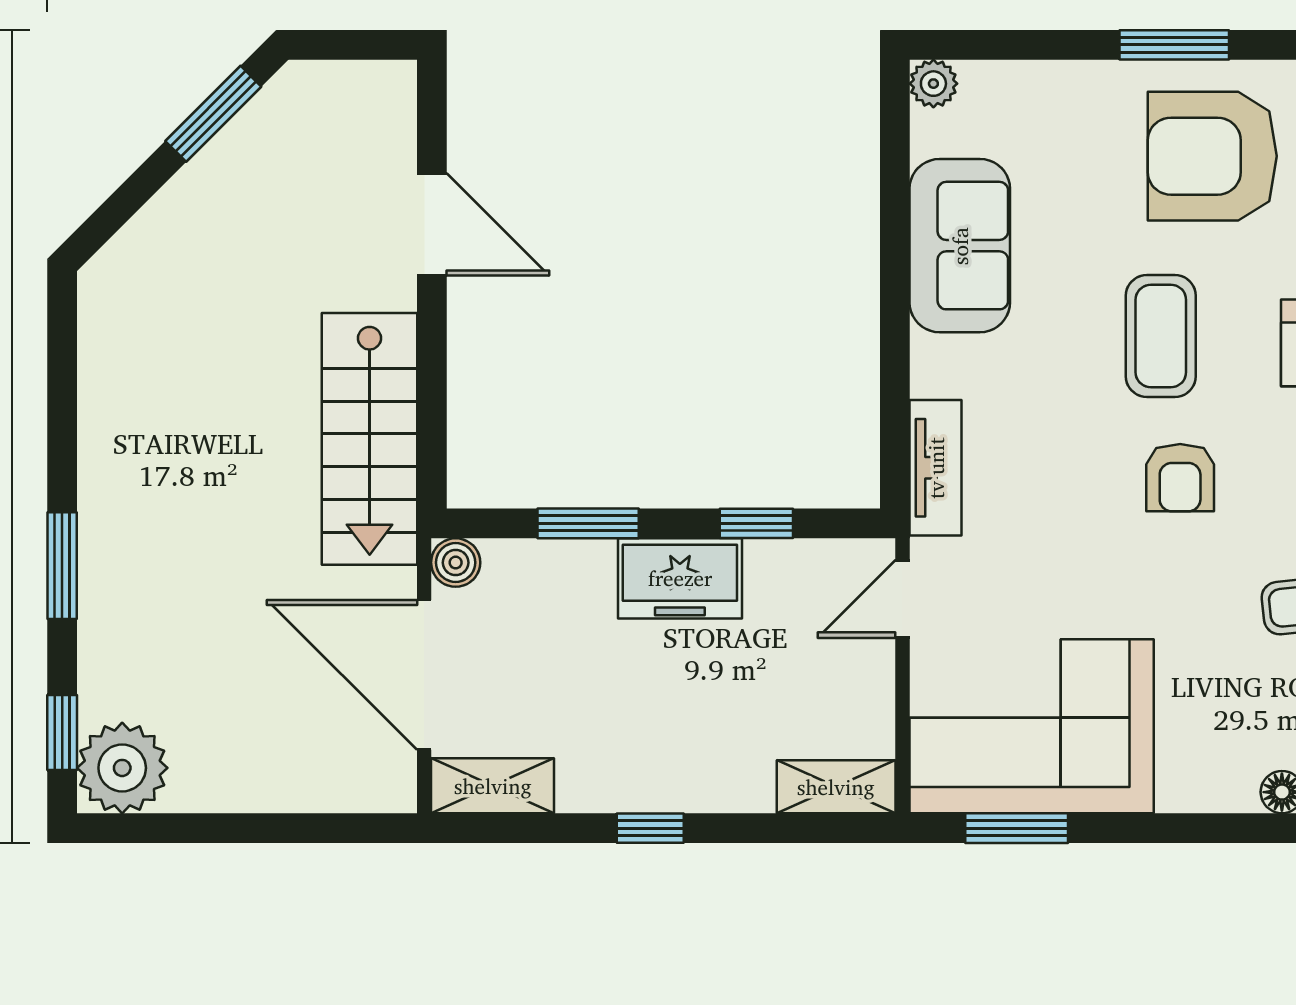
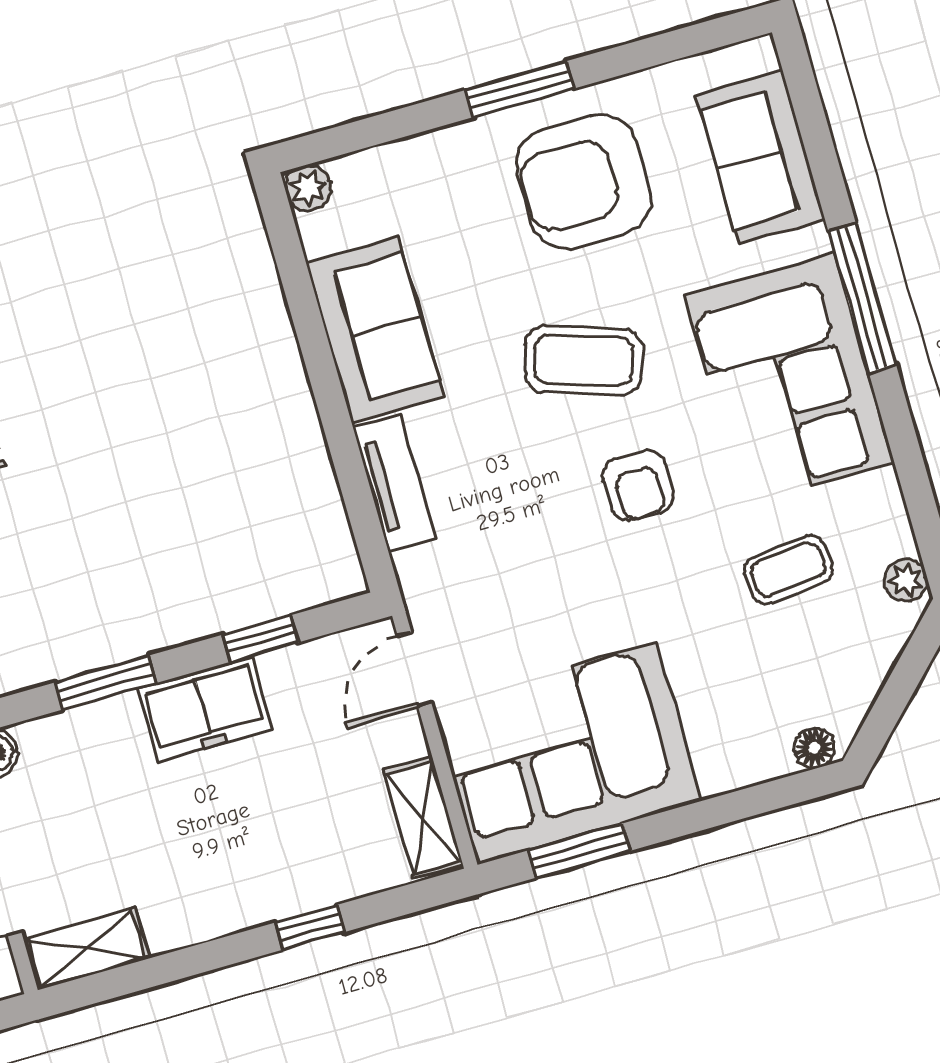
coffee table: (1161, 336) -> (583, 360), turned -72
tv unit: (936, 468) -> (394, 483), moved
shelving: (836, 787) -> (423, 818), moved, turned 90
window: (650, 828) -> (310, 927), moved

